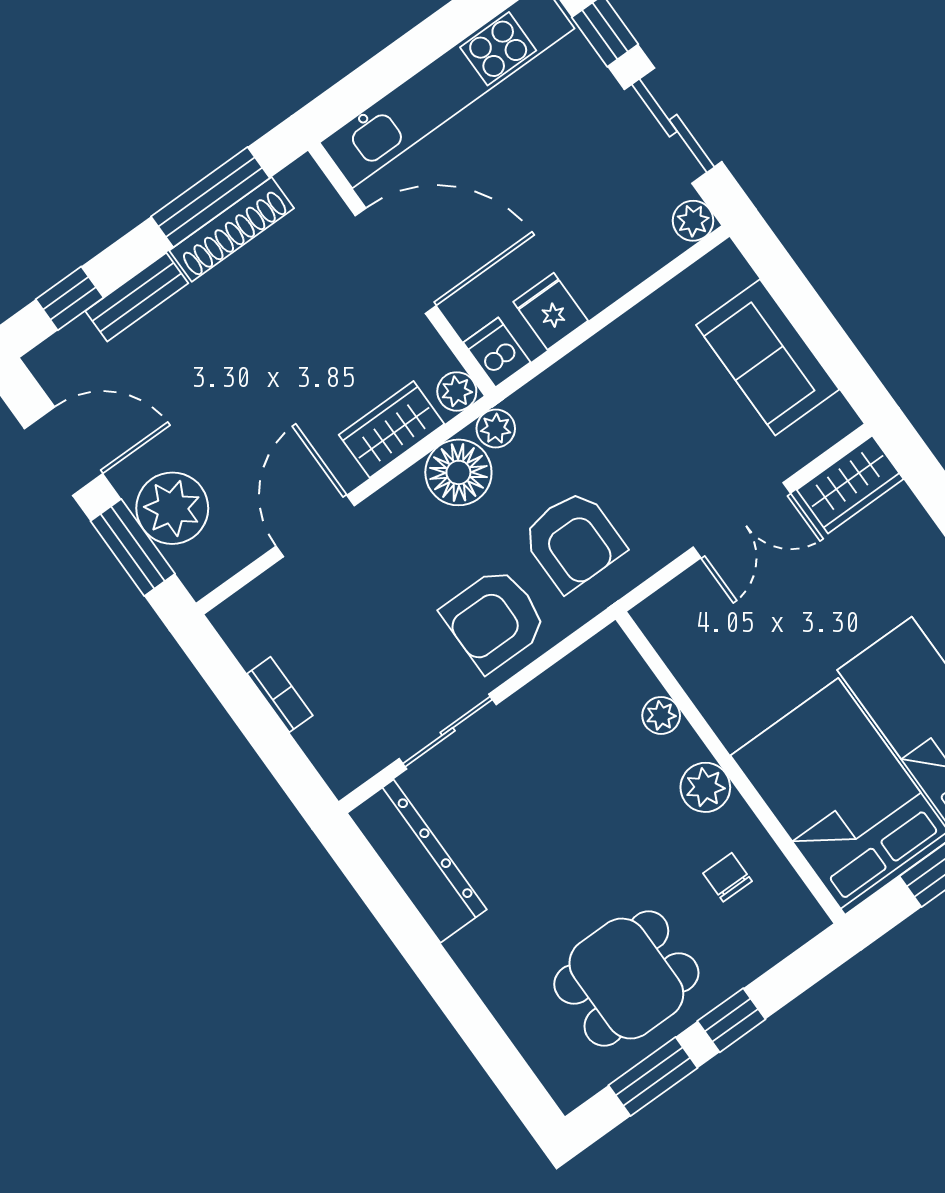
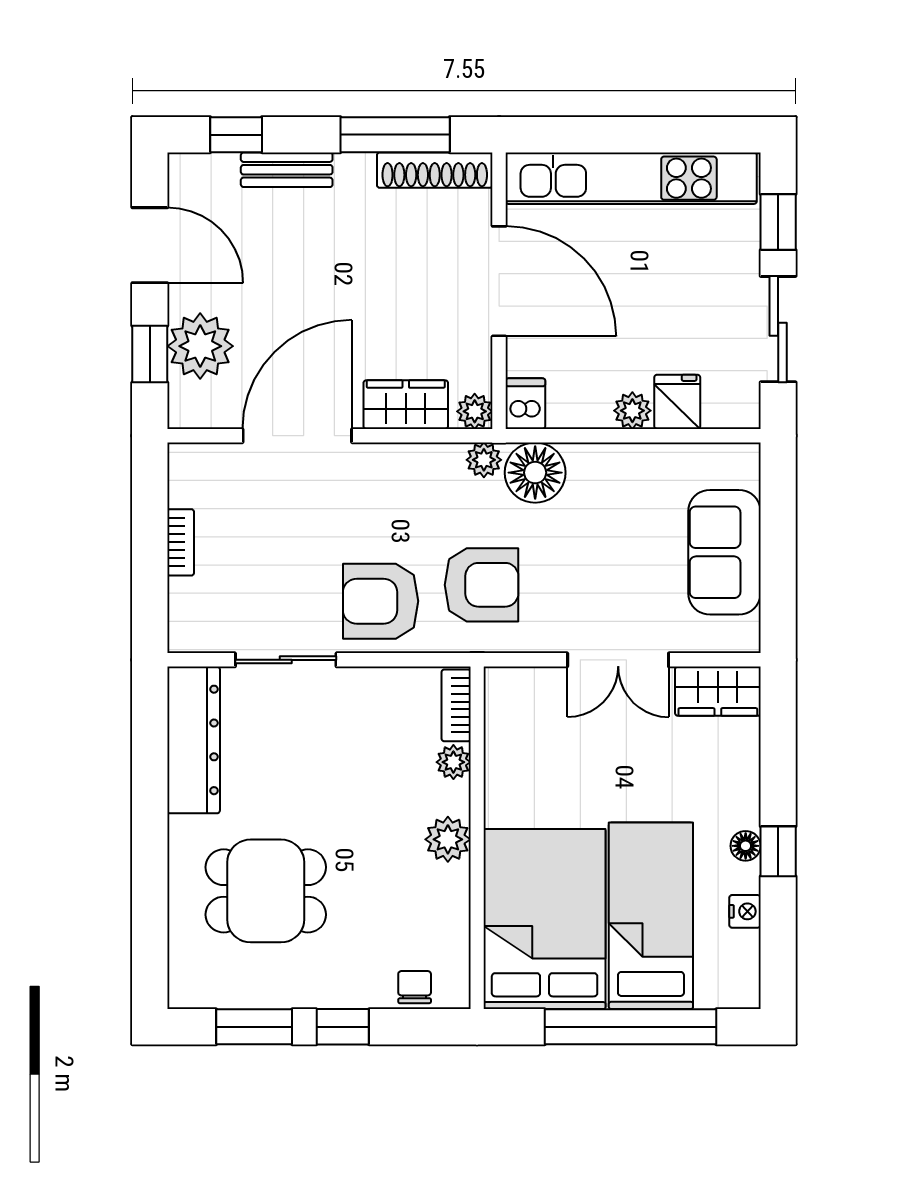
plant: (693, 221) -> (632, 411), moved
shoe rack: (232, 229) -> (435, 170), moved
fridge: (551, 311) -> (677, 402), moved
floor lamp: (458, 472) -> (535, 473), moved
door: (315, 526) -> (297, 436), width x1.36
armchair: (573, 541) -> (482, 585), turned -90
window: (133, 547) -> (150, 354), width x0.67
bookcase: (627, 664) -> (456, 705), added
chair: (727, 877) -> (415, 987), moved
dining table: (626, 979) -> (266, 891), moved

